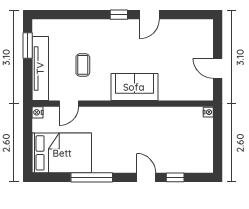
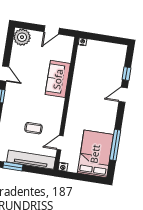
plant: (202, 30) -> (22, 37), added
sofa: (134, 87) -> (58, 79), moved
door: (69, 104) -> (60, 143), swing flipped
window: (92, 177) -> (115, 145), moved

